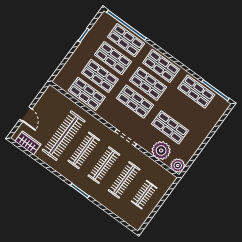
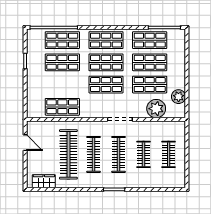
shop shelf: (100, 76) -> (150, 62), moved
door: (26, 114) -> (25, 143), moved
plant: (178, 166) -> (179, 97), moved
clothes rail: (124, 180) -> (144, 154), width x0.73

